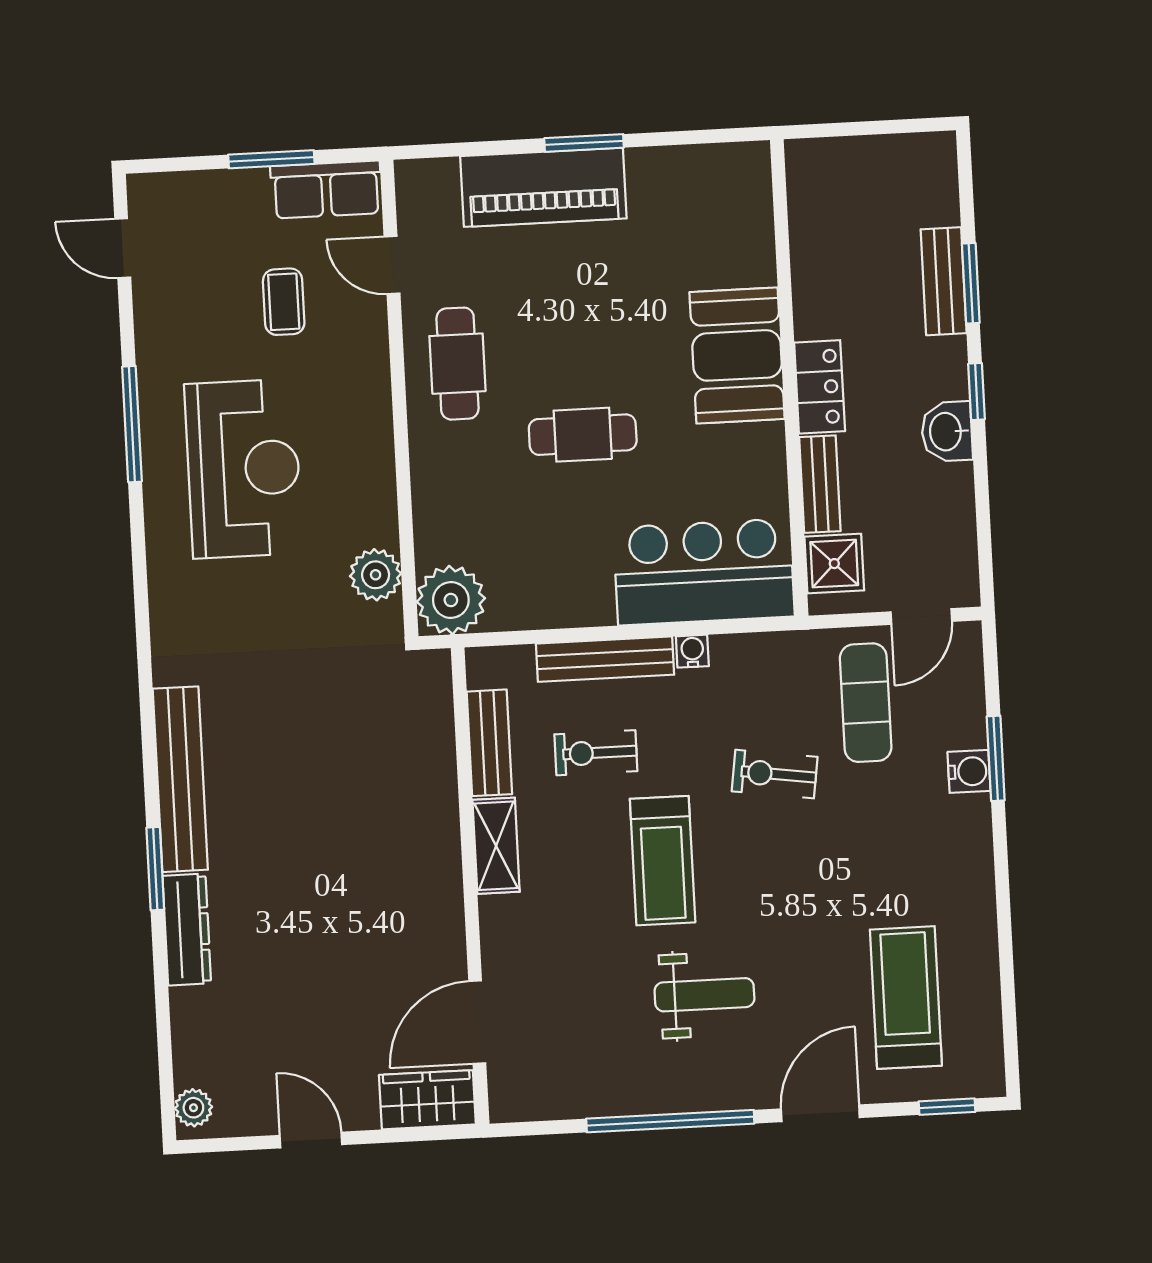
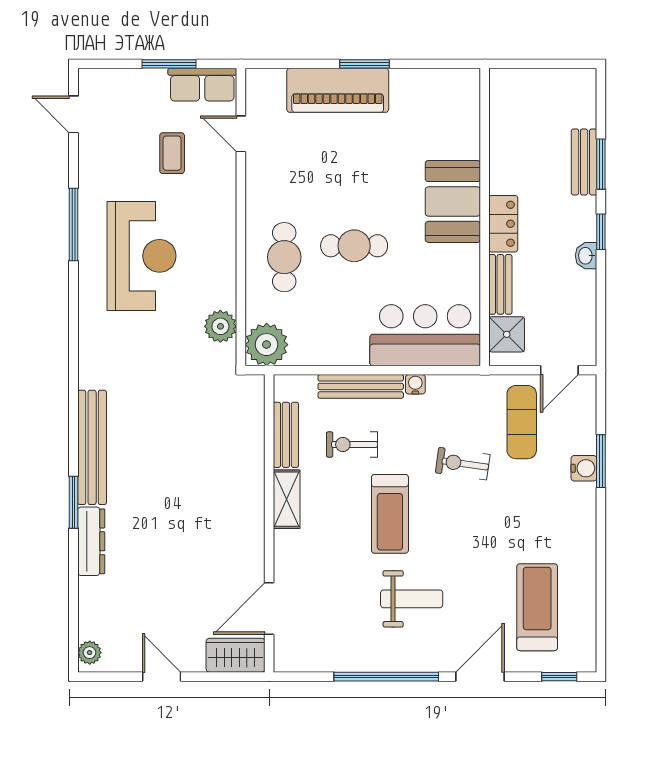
cafe table: (457, 364) -> (284, 257), moved
washbasin: (947, 432) -> (586, 256), width x0.72, depth x0.69

